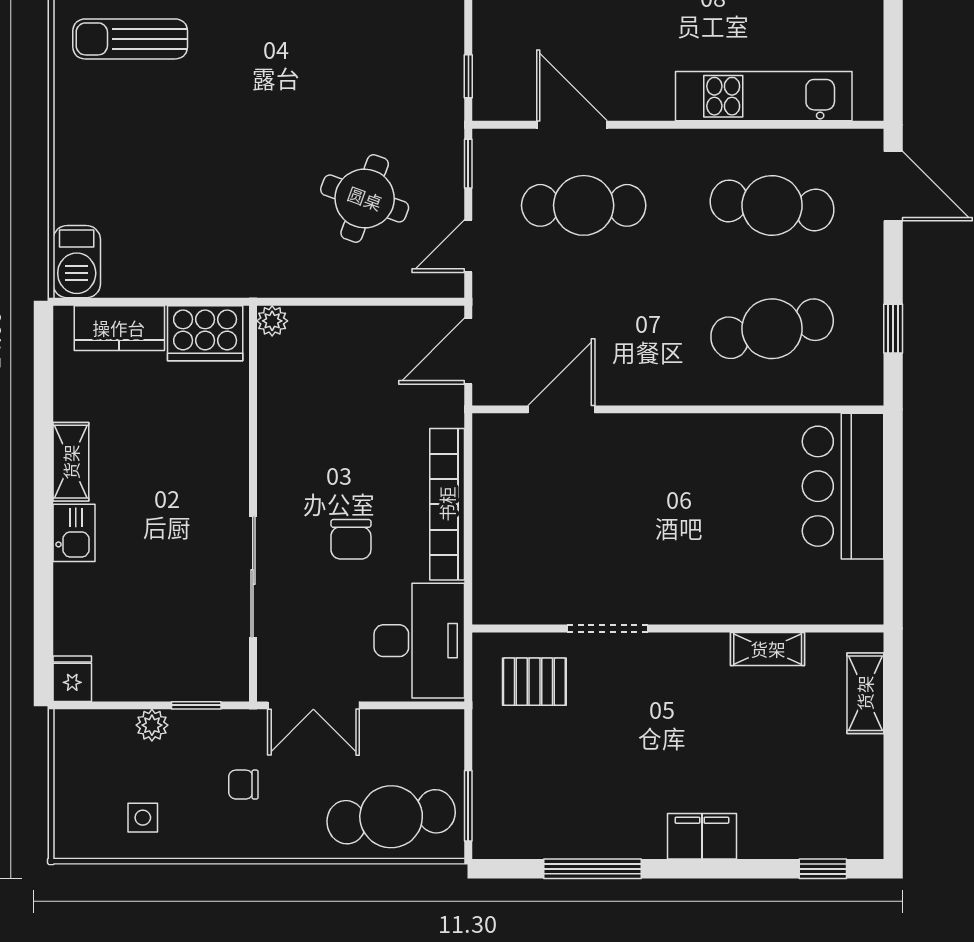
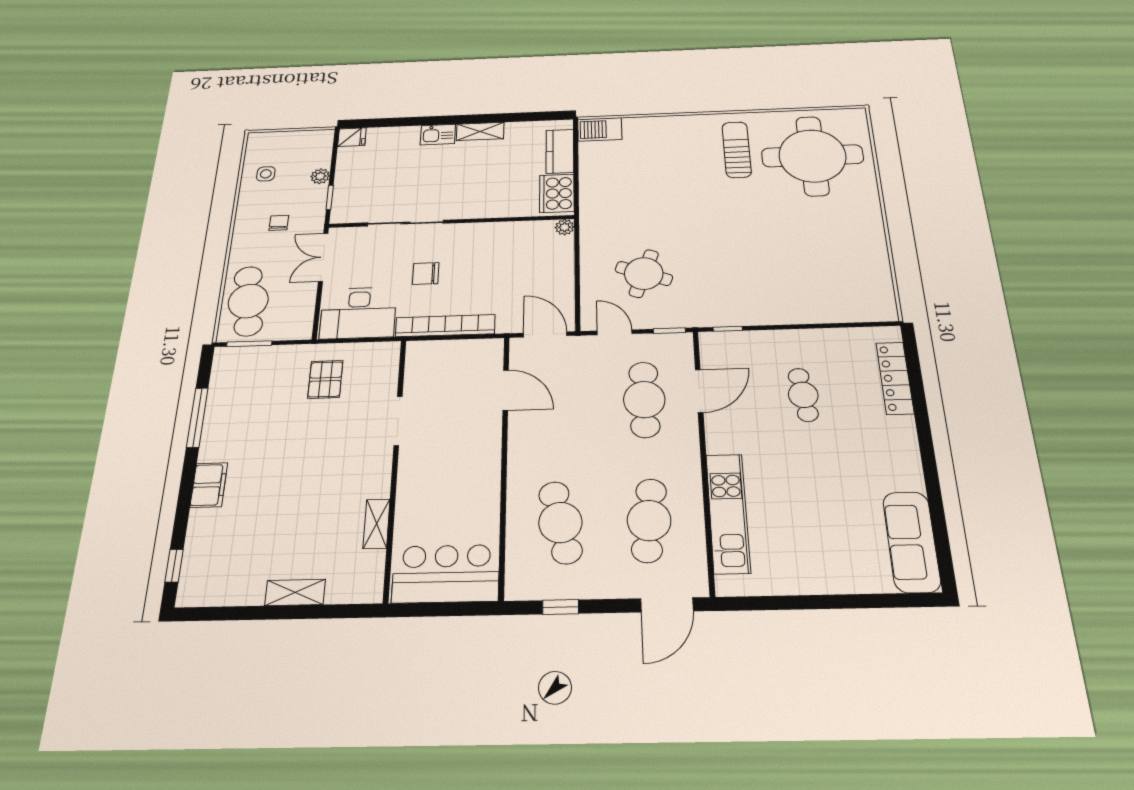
doorway: (607, 628) -> (398, 421), moved
wall: (678, 628) -> (395, 465), moved
shelving: (768, 649) -> (377, 524), moved

